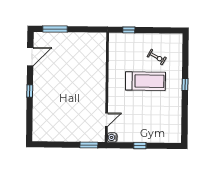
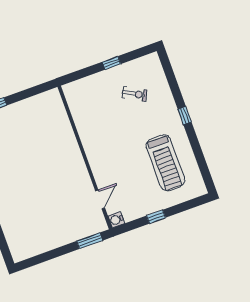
window: (129, 30) -> (111, 63), moved
treadmill: (145, 81) -> (165, 163), moved, turned 90

